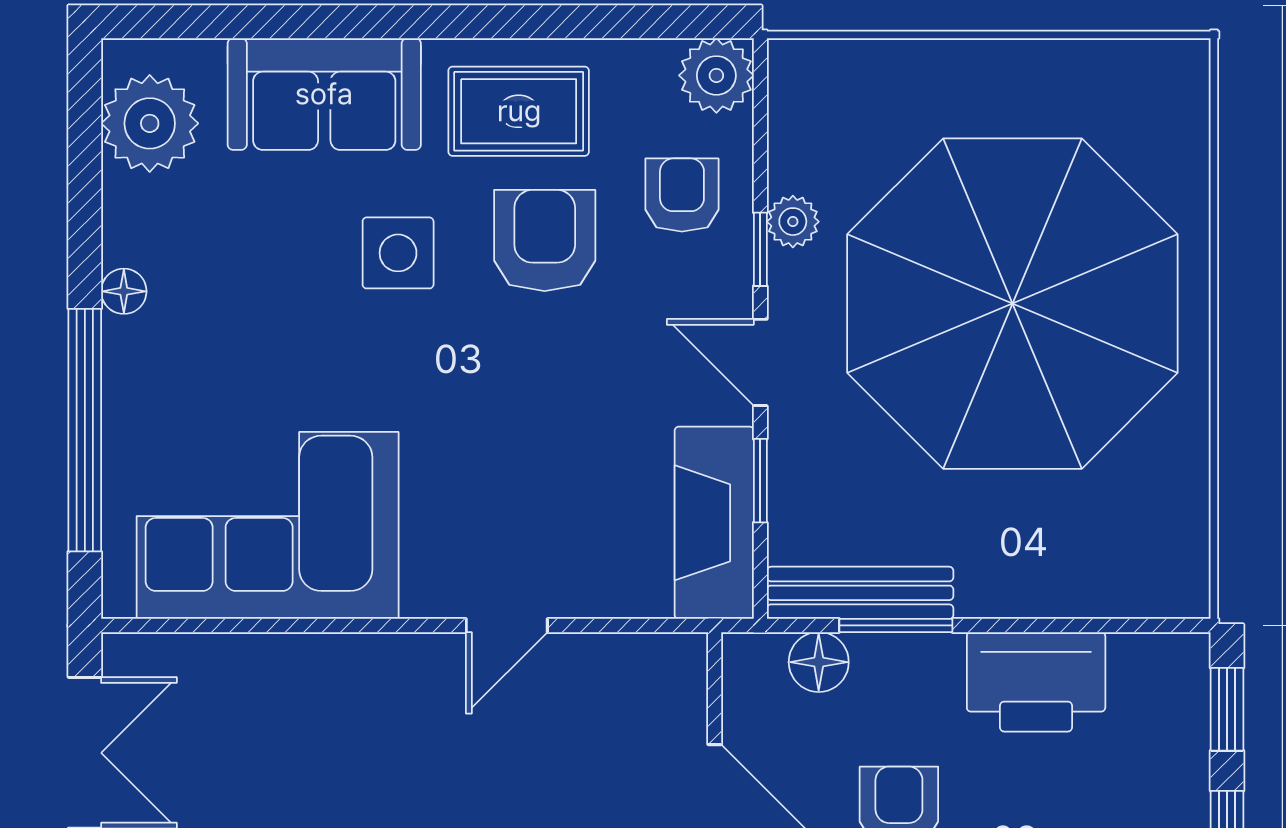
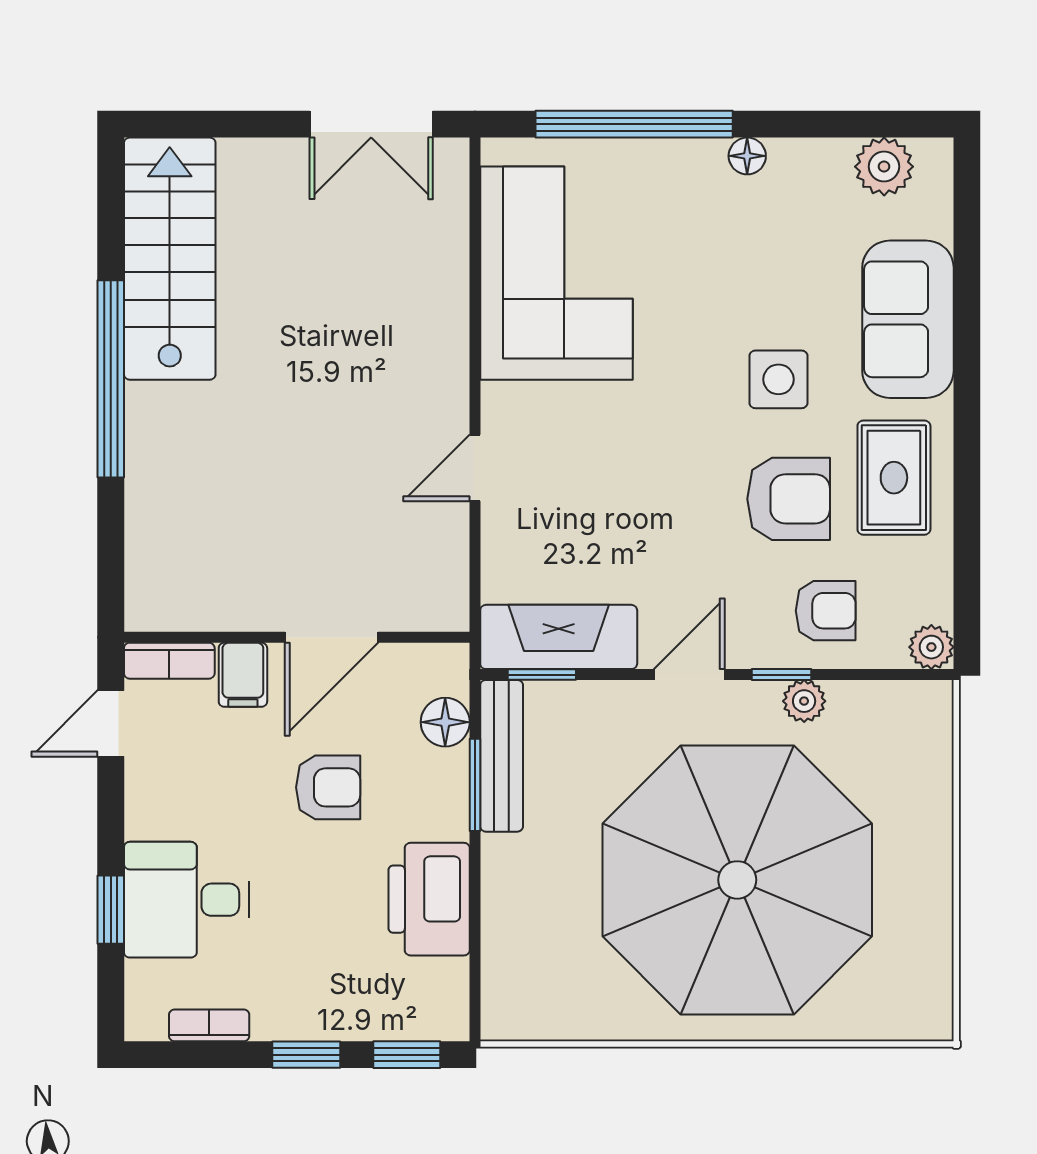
plant: (716, 75) -> (931, 647), width x0.73, depth x0.73
plant: (150, 123) -> (884, 167), width x0.73, depth x0.73
window: (760, 481) -> (542, 675), moved
door: (507, 625) -> (475, 468), hinge flipped

